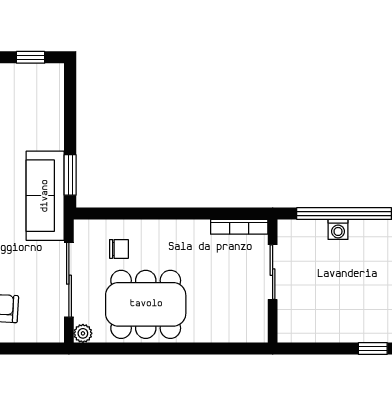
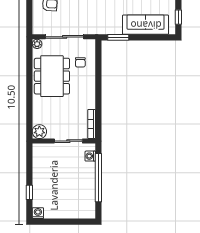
sofa: (45, 196) -> (146, 25), moved
washing machine: (338, 229) -> (90, 156), moved
plant: (254, 329) -> (39, 132), added

